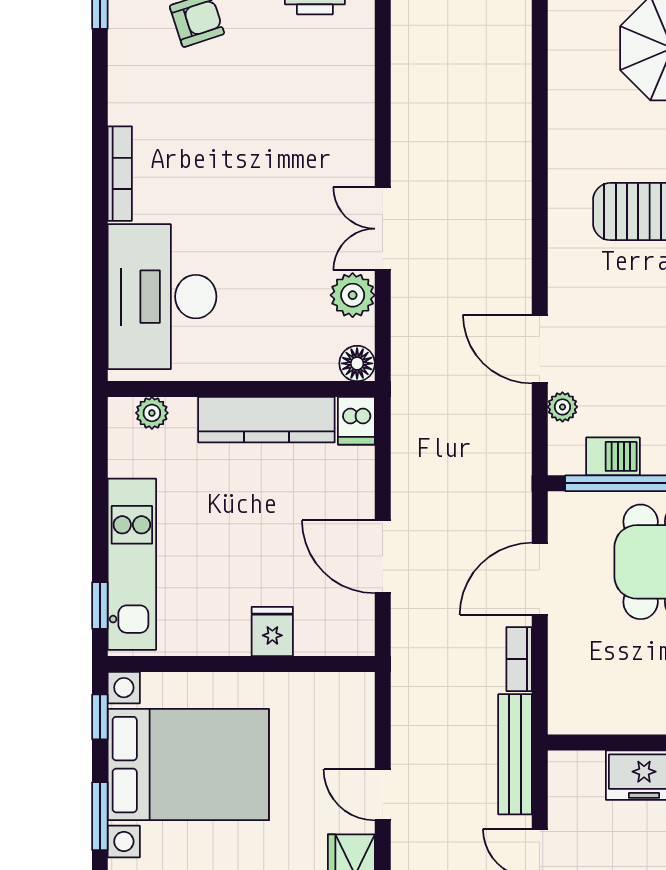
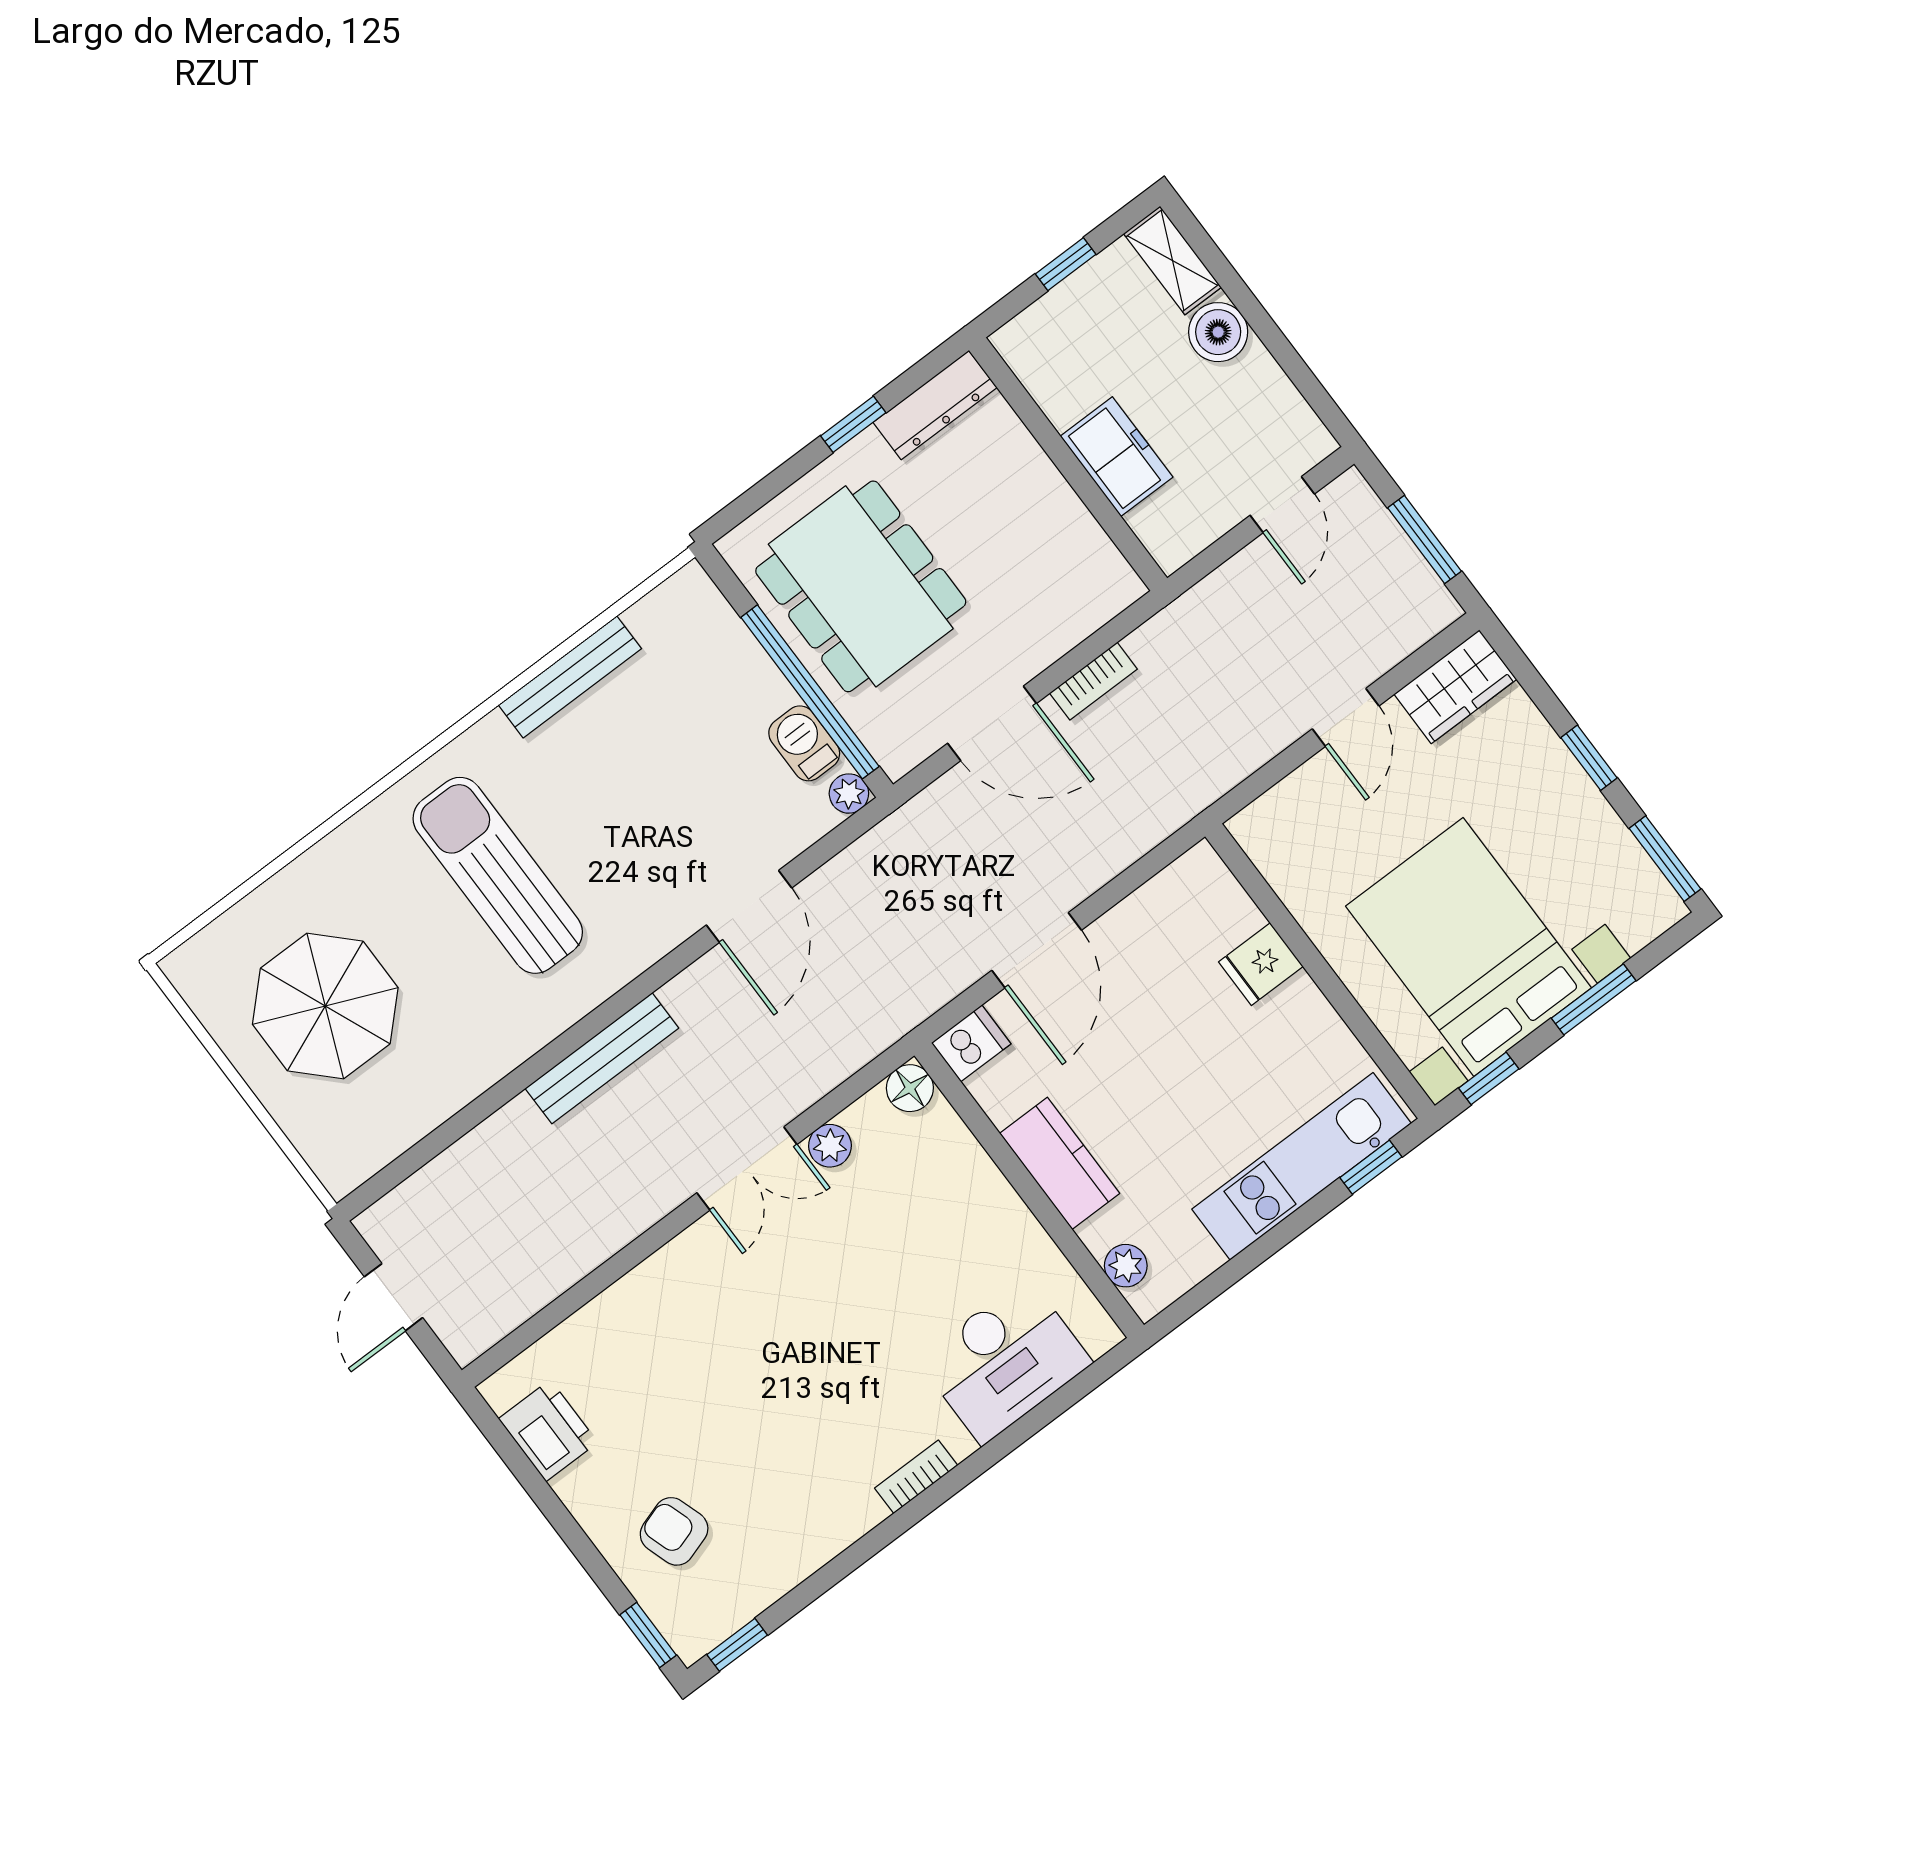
bookcase: (120, 174) -> (916, 1477), width x0.64
plant: (353, 295) -> (830, 1146), width x0.73, depth x0.73
desk: (162, 297) -> (1005, 1361), width x0.73, depth x0.77
plant: (562, 407) -> (849, 794), moved
kitchen counter: (266, 420) -> (1060, 1163), width x0.67
door: (383, 557) -> (1037, 950), moved
bench: (515, 754) -> (602, 1058), moved

